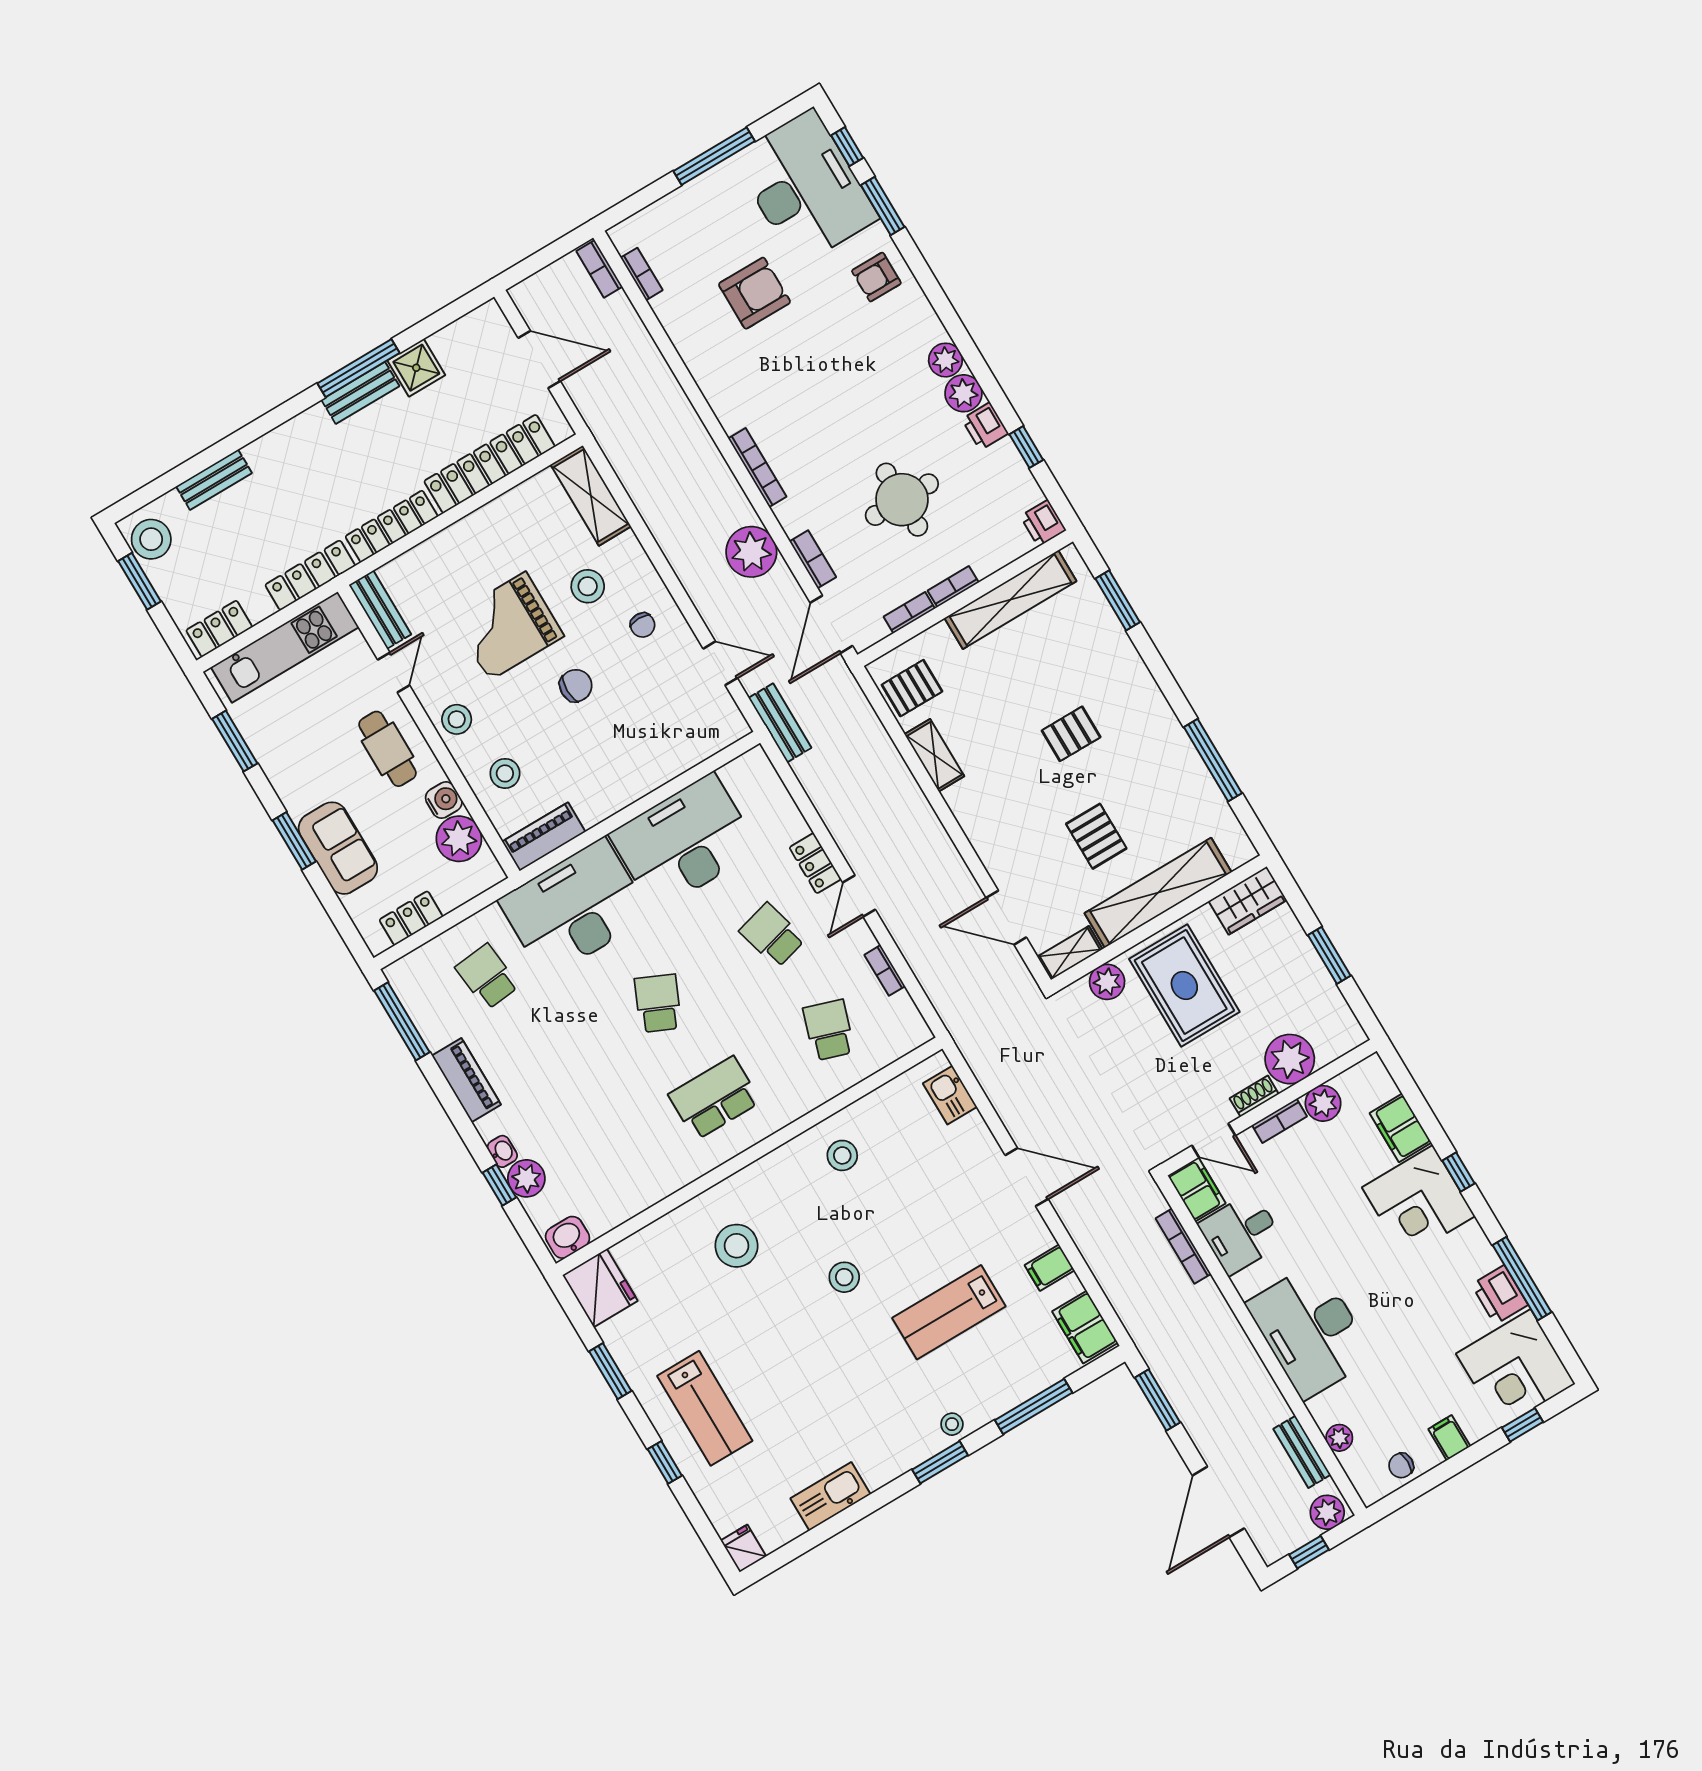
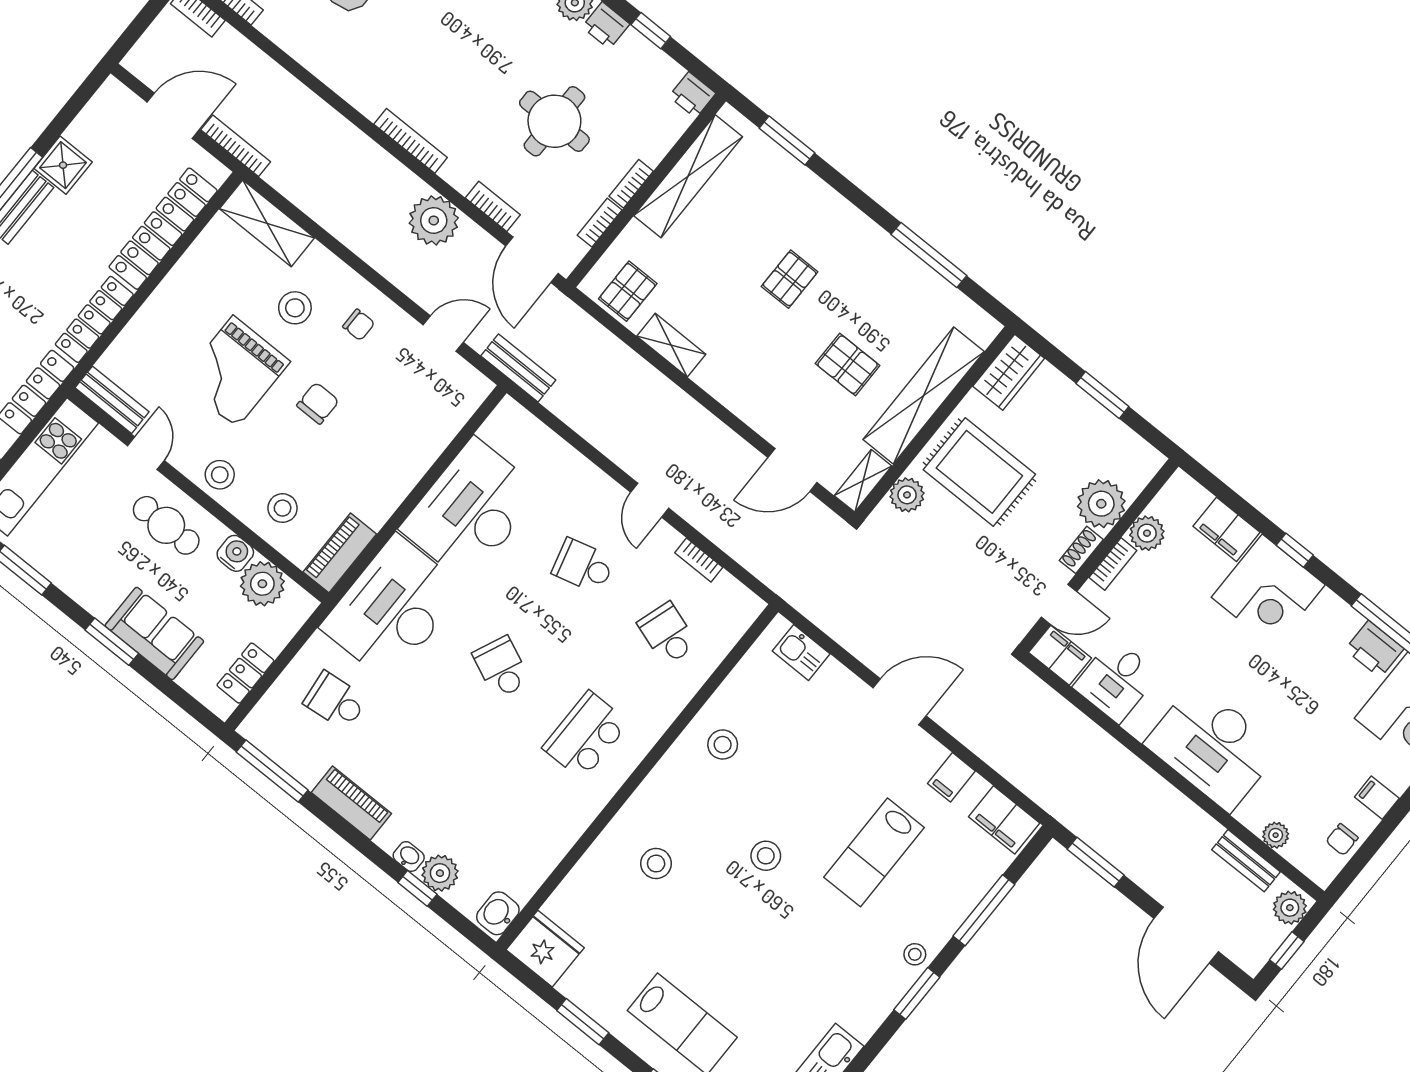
locker: (815, 863) -> (598, 485), removed
stool: (736, 1246) -> (656, 864), width x0.73, depth x0.73
bookcase: (1183, 1246) -> (236, 146), moved, turned 180

